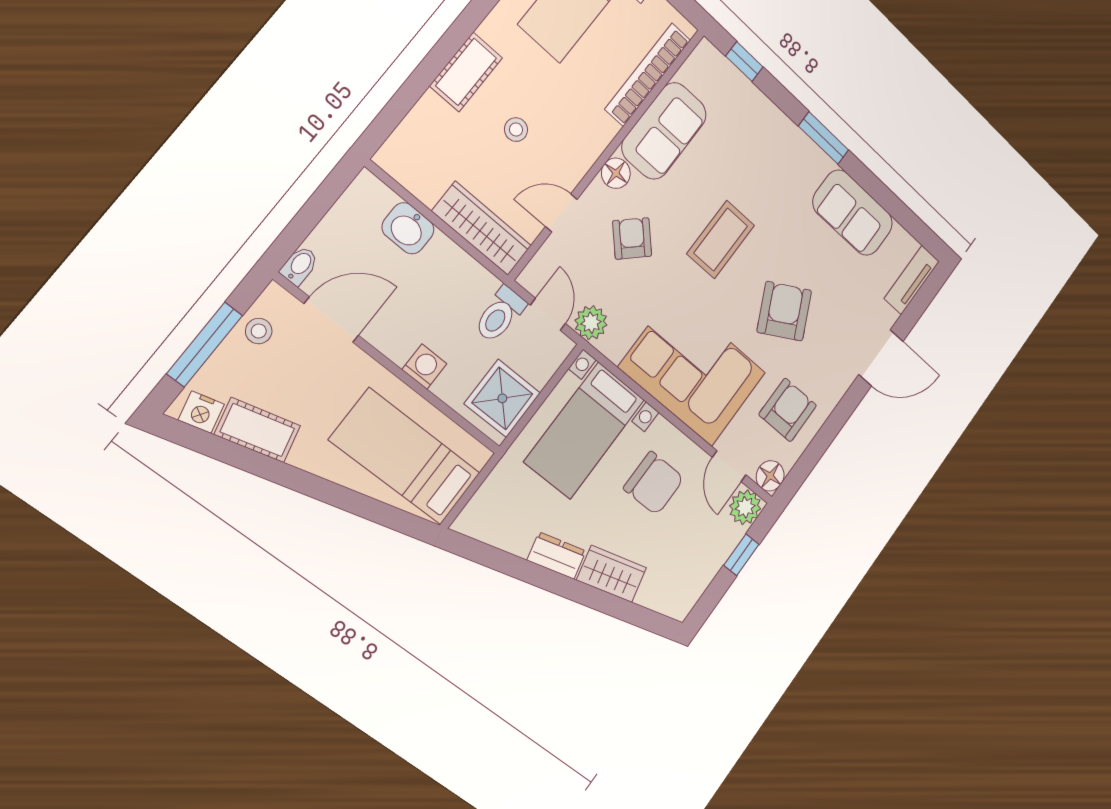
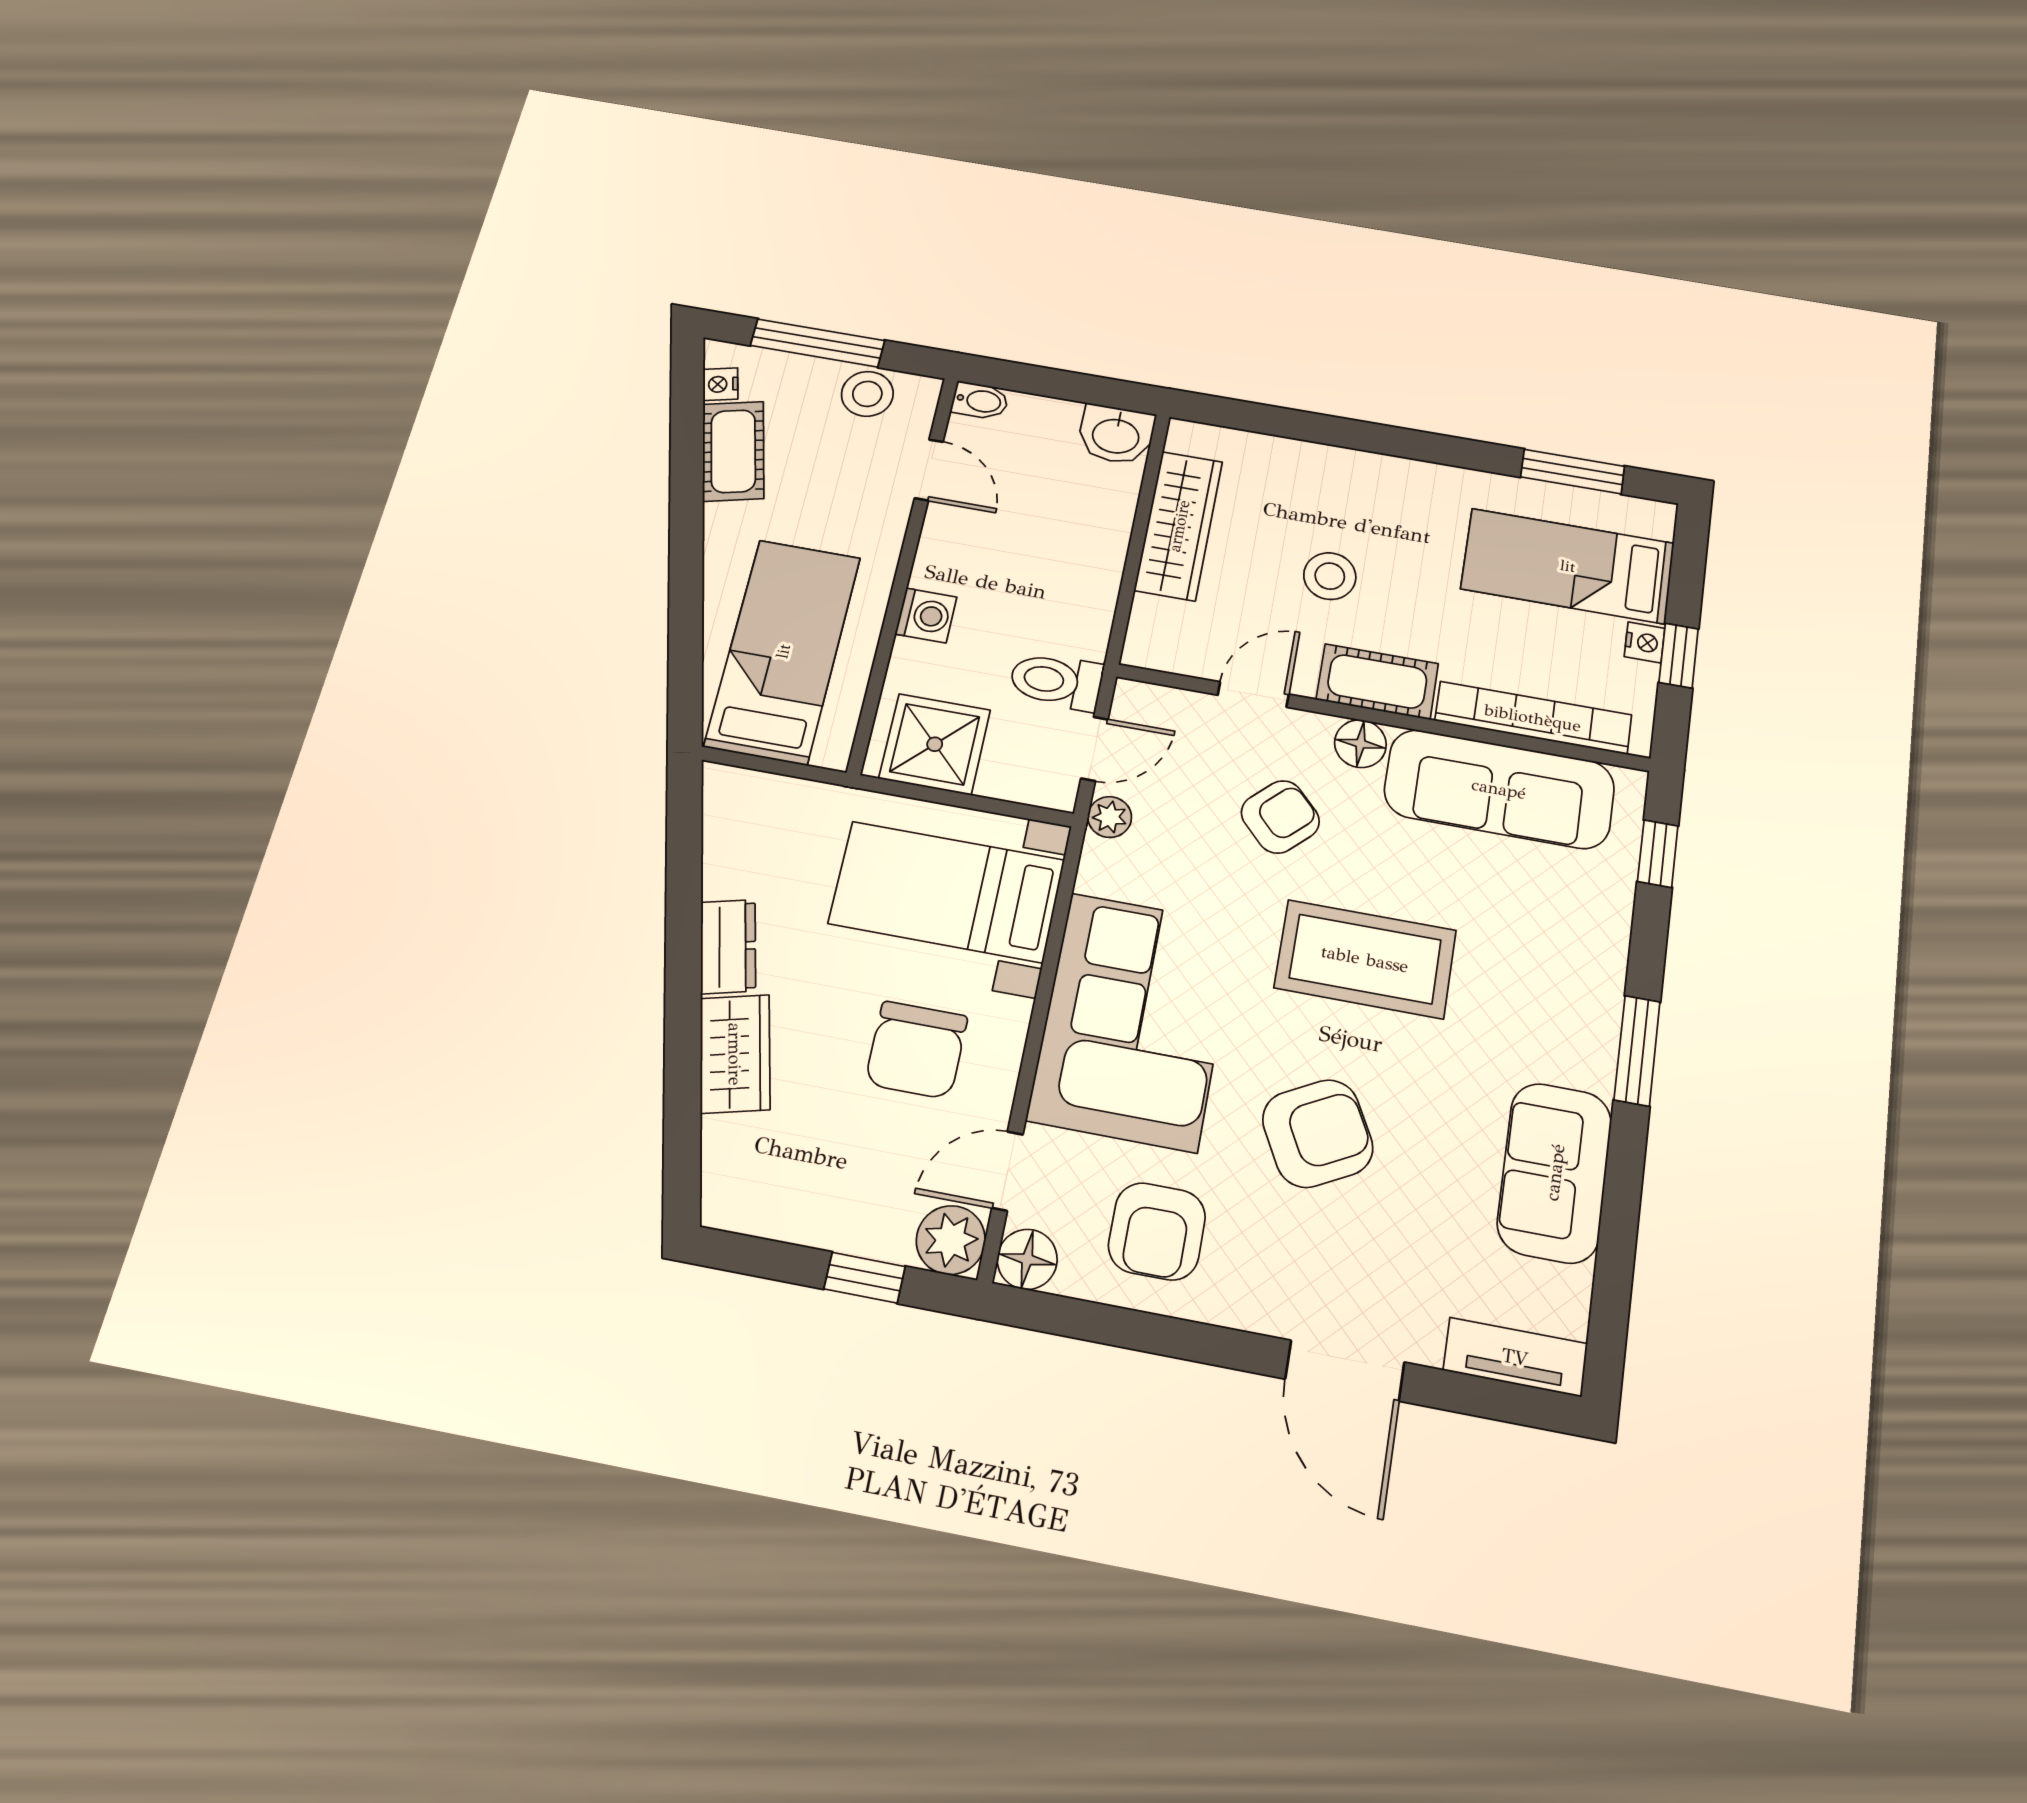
cot: (466, 72) -> (1377, 682), moved
stool: (516, 130) -> (1330, 576), width x1.37, depth x1.37
sofa: (664, 131) -> (1499, 789), width x1.36
door: (561, 213) -> (1253, 695), hinge flipped
washbasin: (408, 228) -> (1116, 435), moved, turned -90
wardrobe: (482, 228) -> (1179, 526), moved
coffee table: (721, 239) -> (1365, 959), width x1.36, depth x1.32
door: (331, 320) -> (929, 470), width x0.73
plant: (591, 323) -> (1110, 817), width x0.73, depth x0.73
stool: (259, 331) -> (867, 394), width x1.37, depth x1.37
armchair: (788, 410) -> (1157, 1231), turned 90
nightstand: (201, 412) -> (720, 384), width x0.72, depth x0.74

